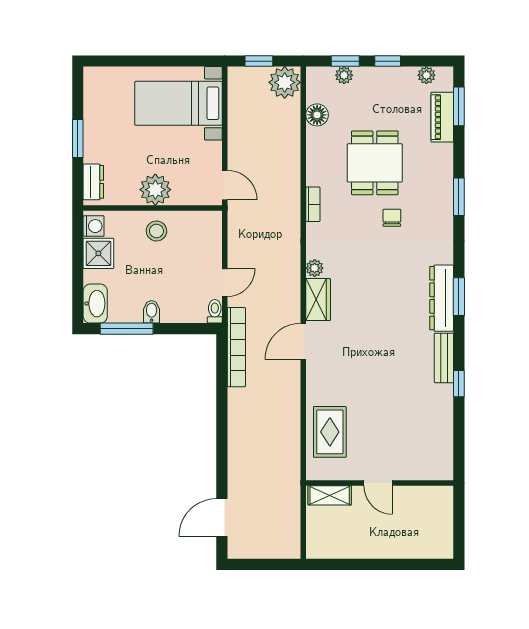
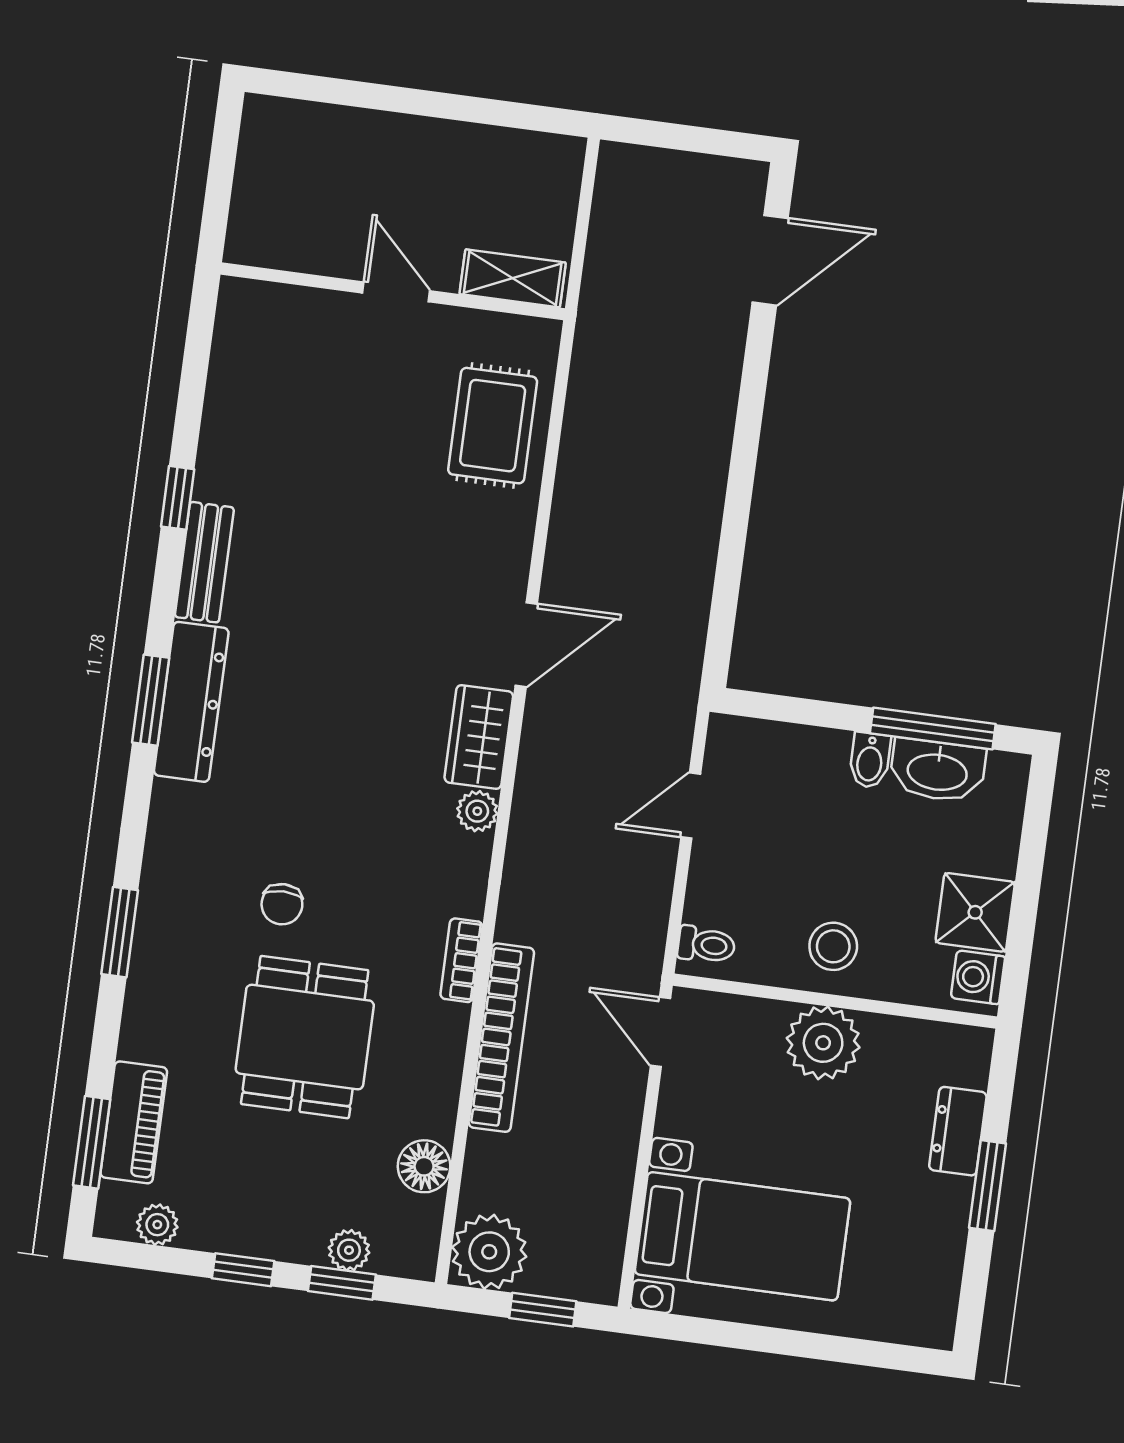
dresser: (93, 182) -> (958, 1131), moved
washbasin: (95, 304) -> (937, 771), moved, turned -90
toilet: (215, 311) -> (706, 945), moved, turned -90
bookcase: (236, 347) -> (501, 1038), moved, turned 180

